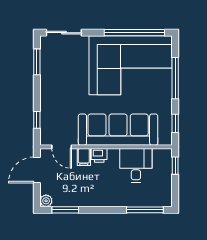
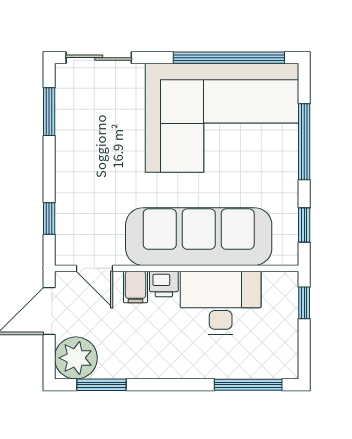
desk: (136, 166) -> (221, 303), width x1.37
plant: (46, 201) -> (76, 358), width x1.88, depth x1.88

